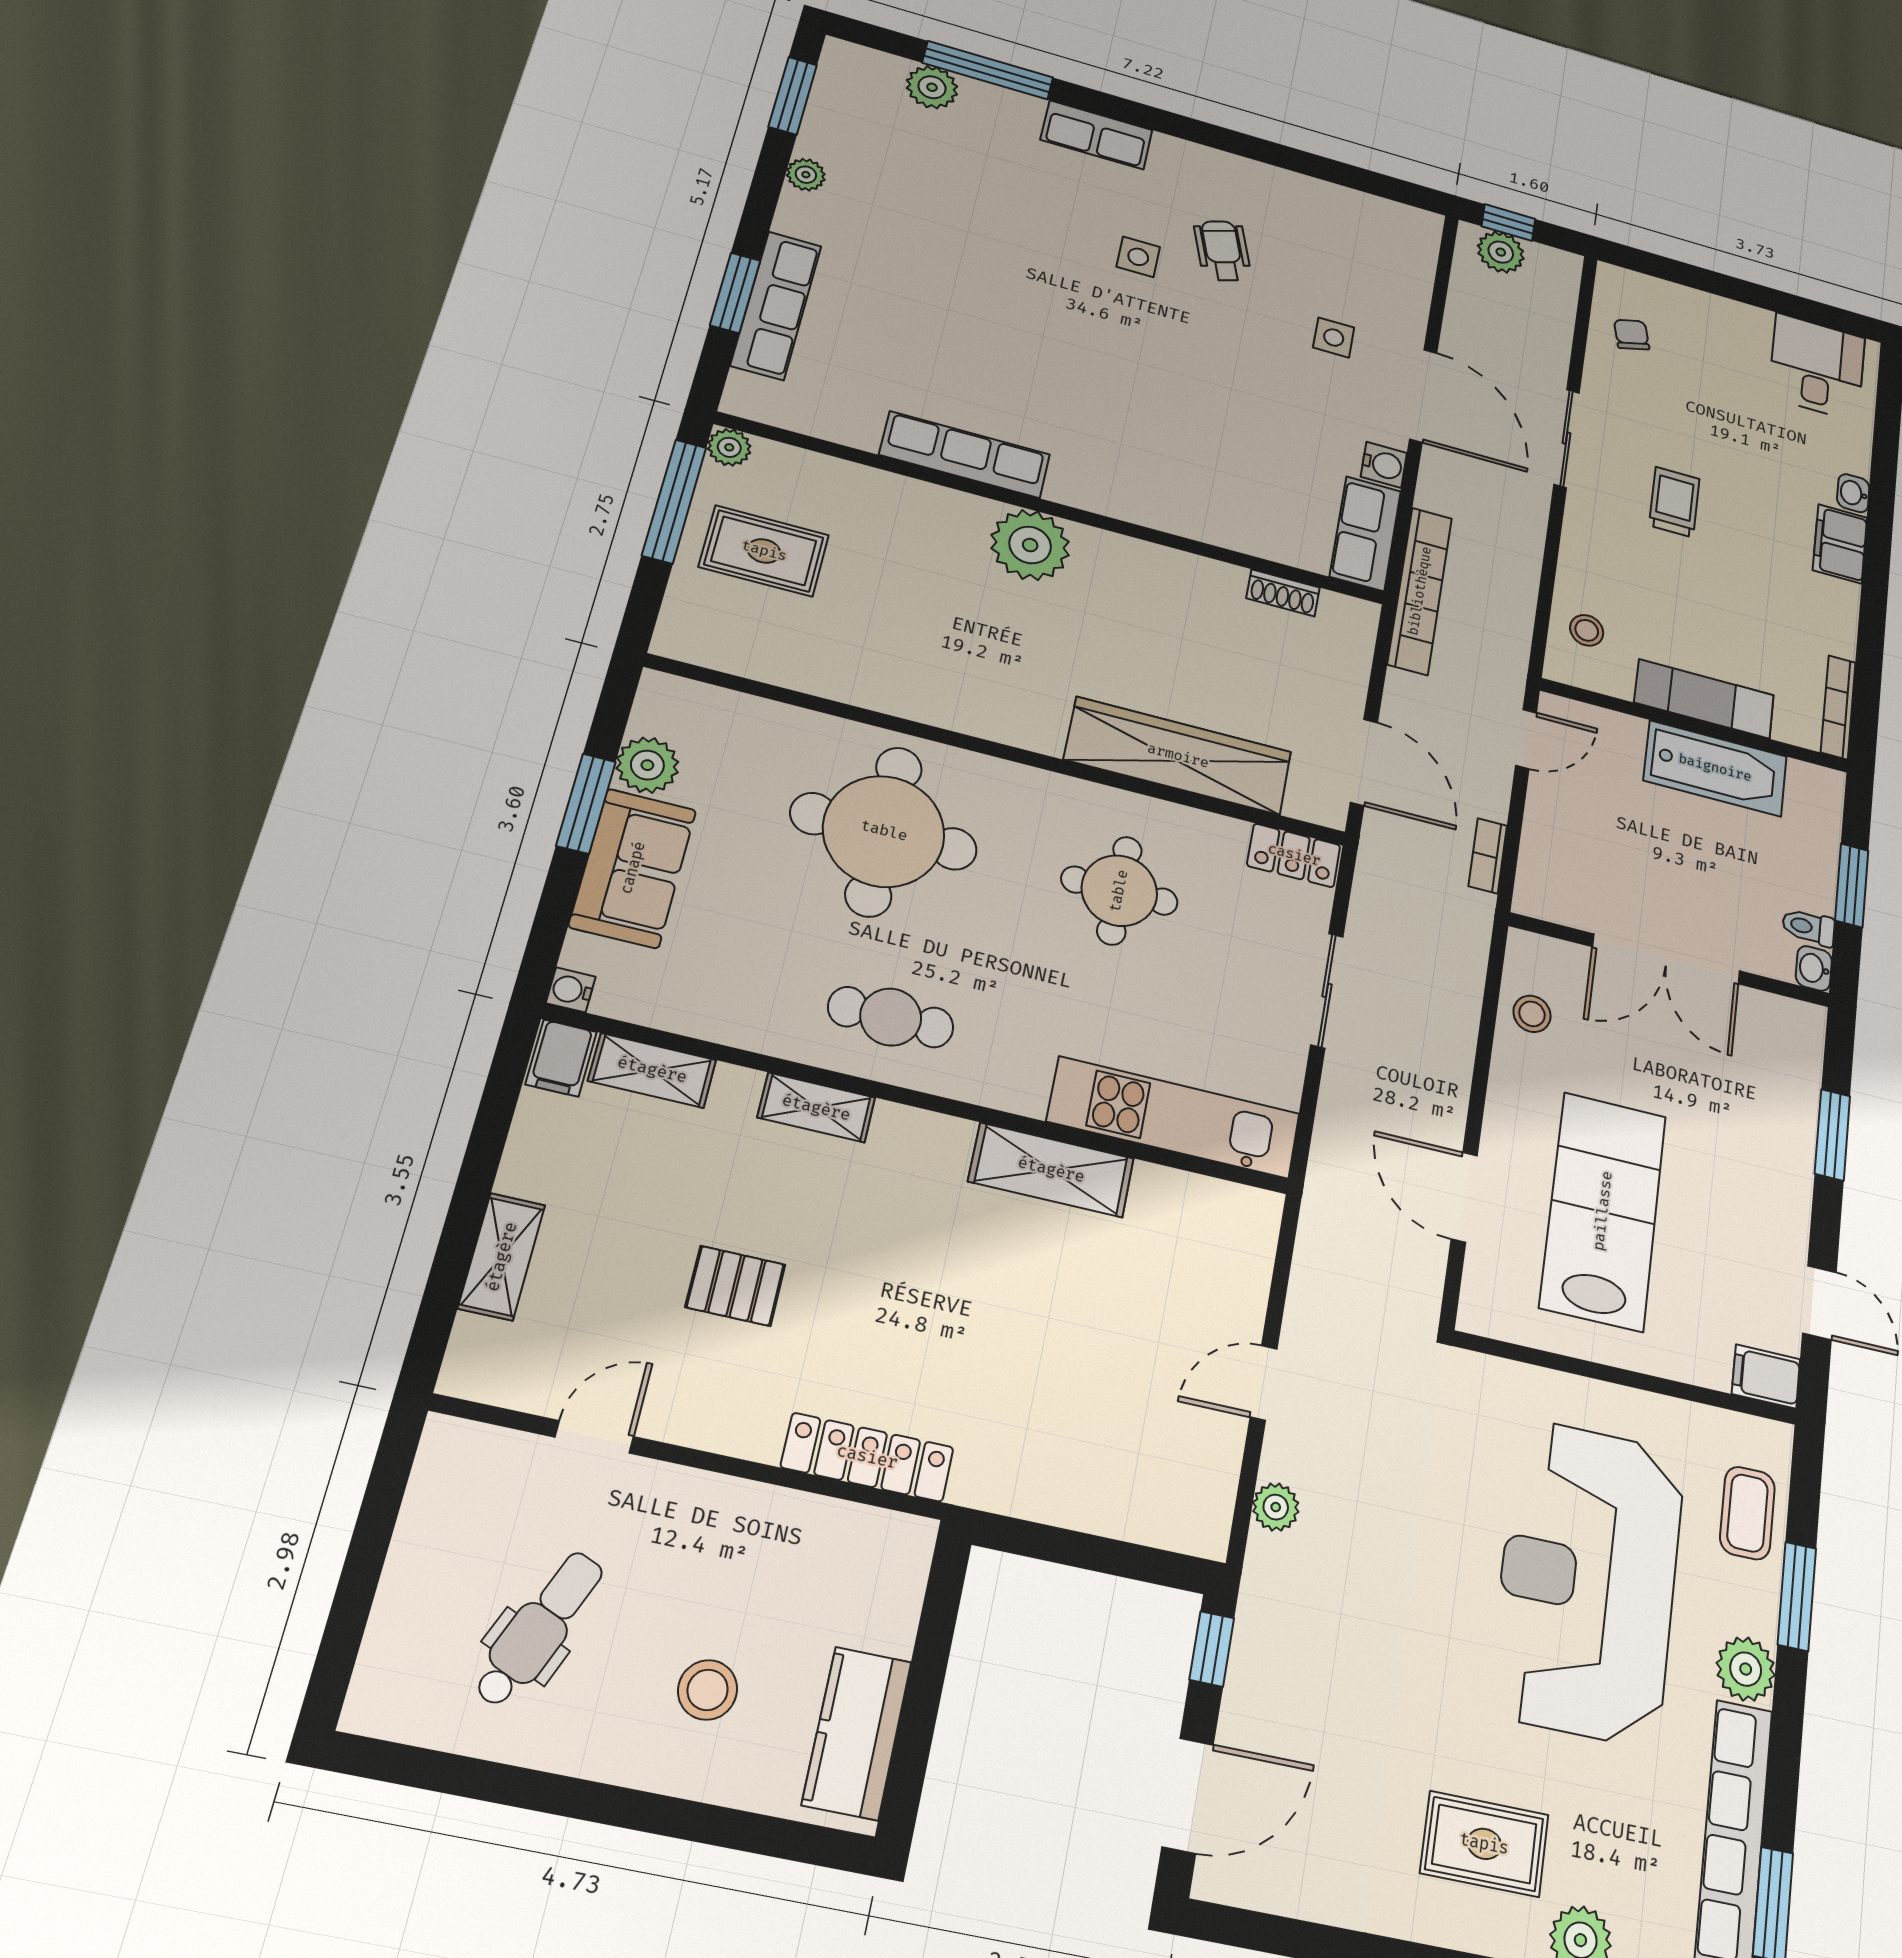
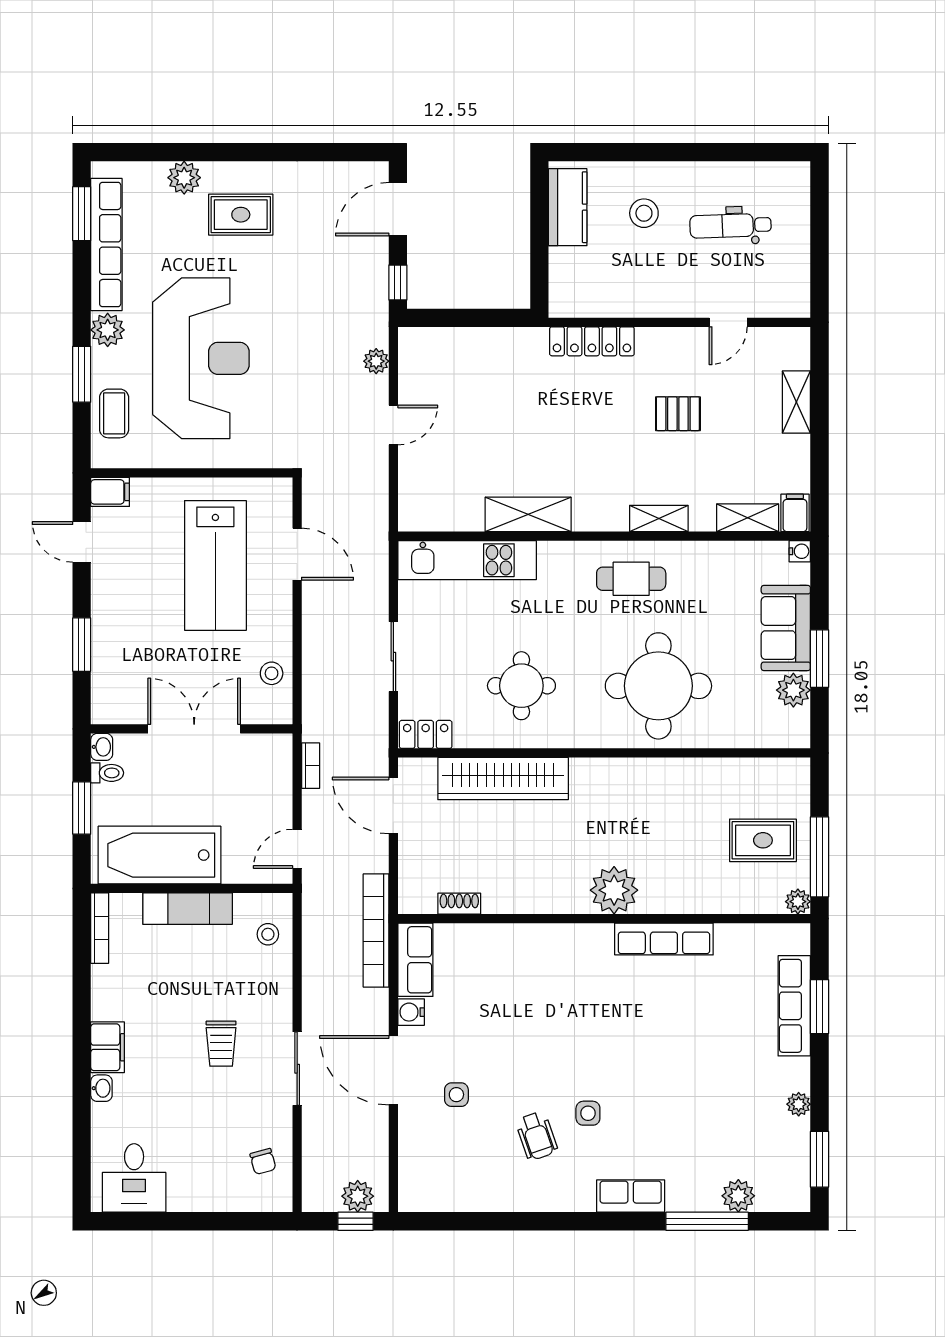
bathtub: (1715, 768) -> (160, 855), width x1.36, depth x1.36
dental chair: (539, 1629) -> (730, 226), turned 65

